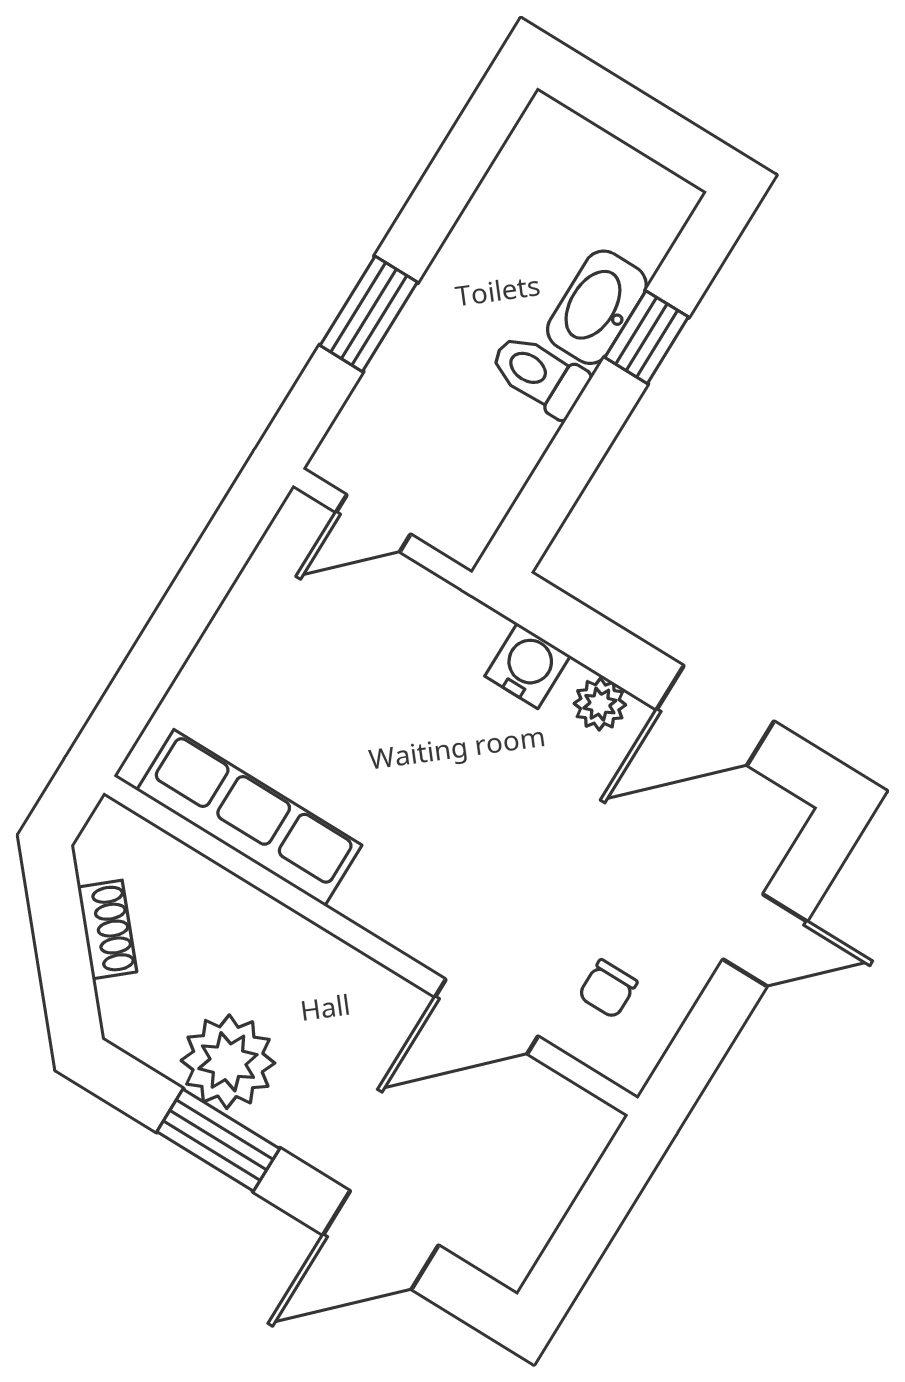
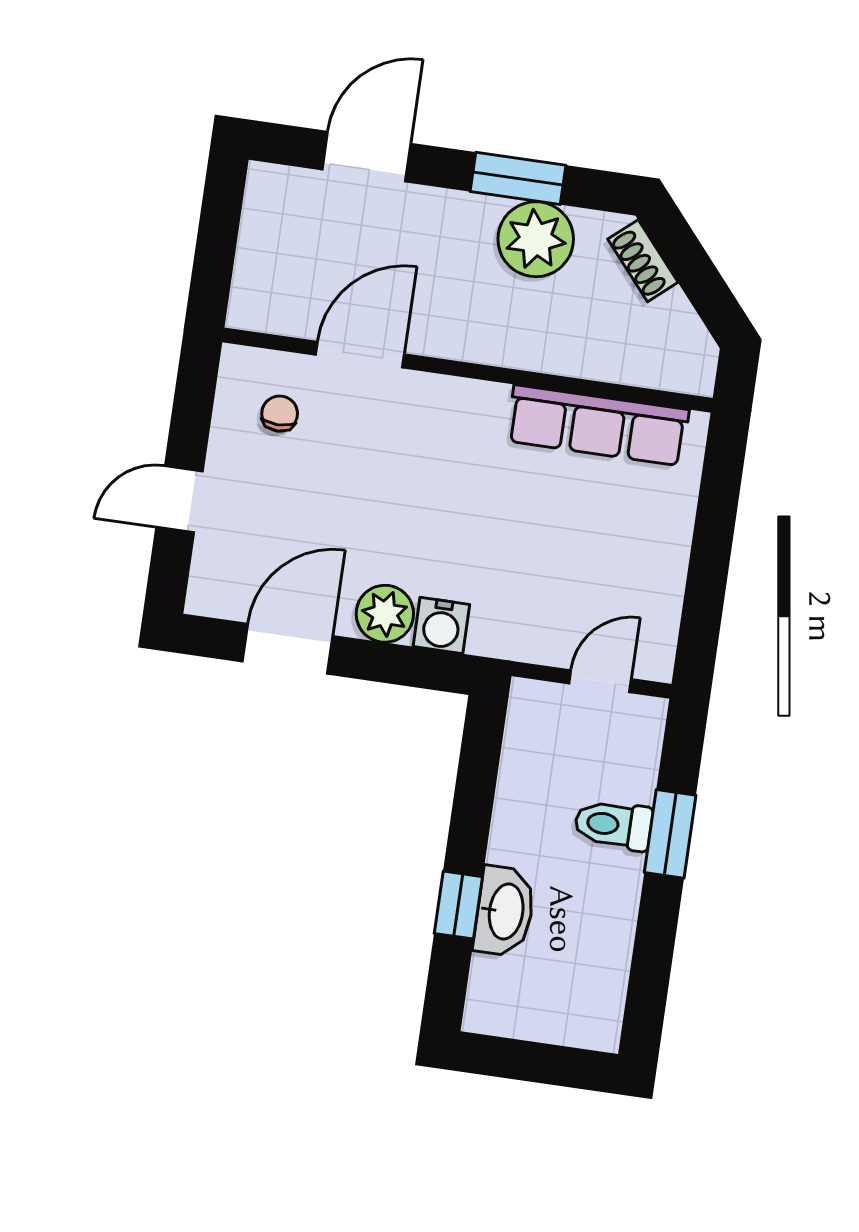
toilet: (539, 375) -> (613, 825), moved, turned 180
plant: (600, 704) -> (385, 614), width x1.38, depth x1.38
shoe rack: (107, 929) -> (643, 261), moved

